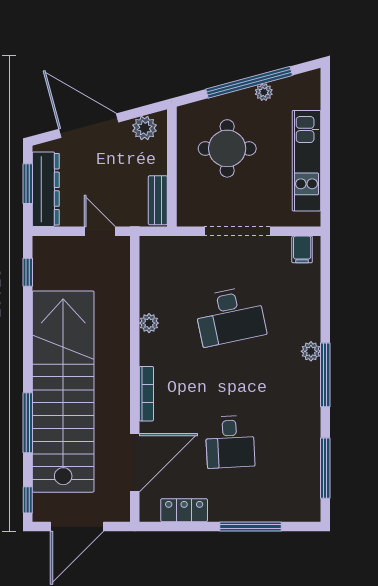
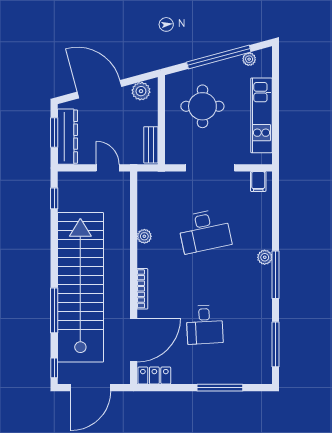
plant: (264, 92) -> (249, 59), moved
locker: (184, 510) -> (154, 376), moved

